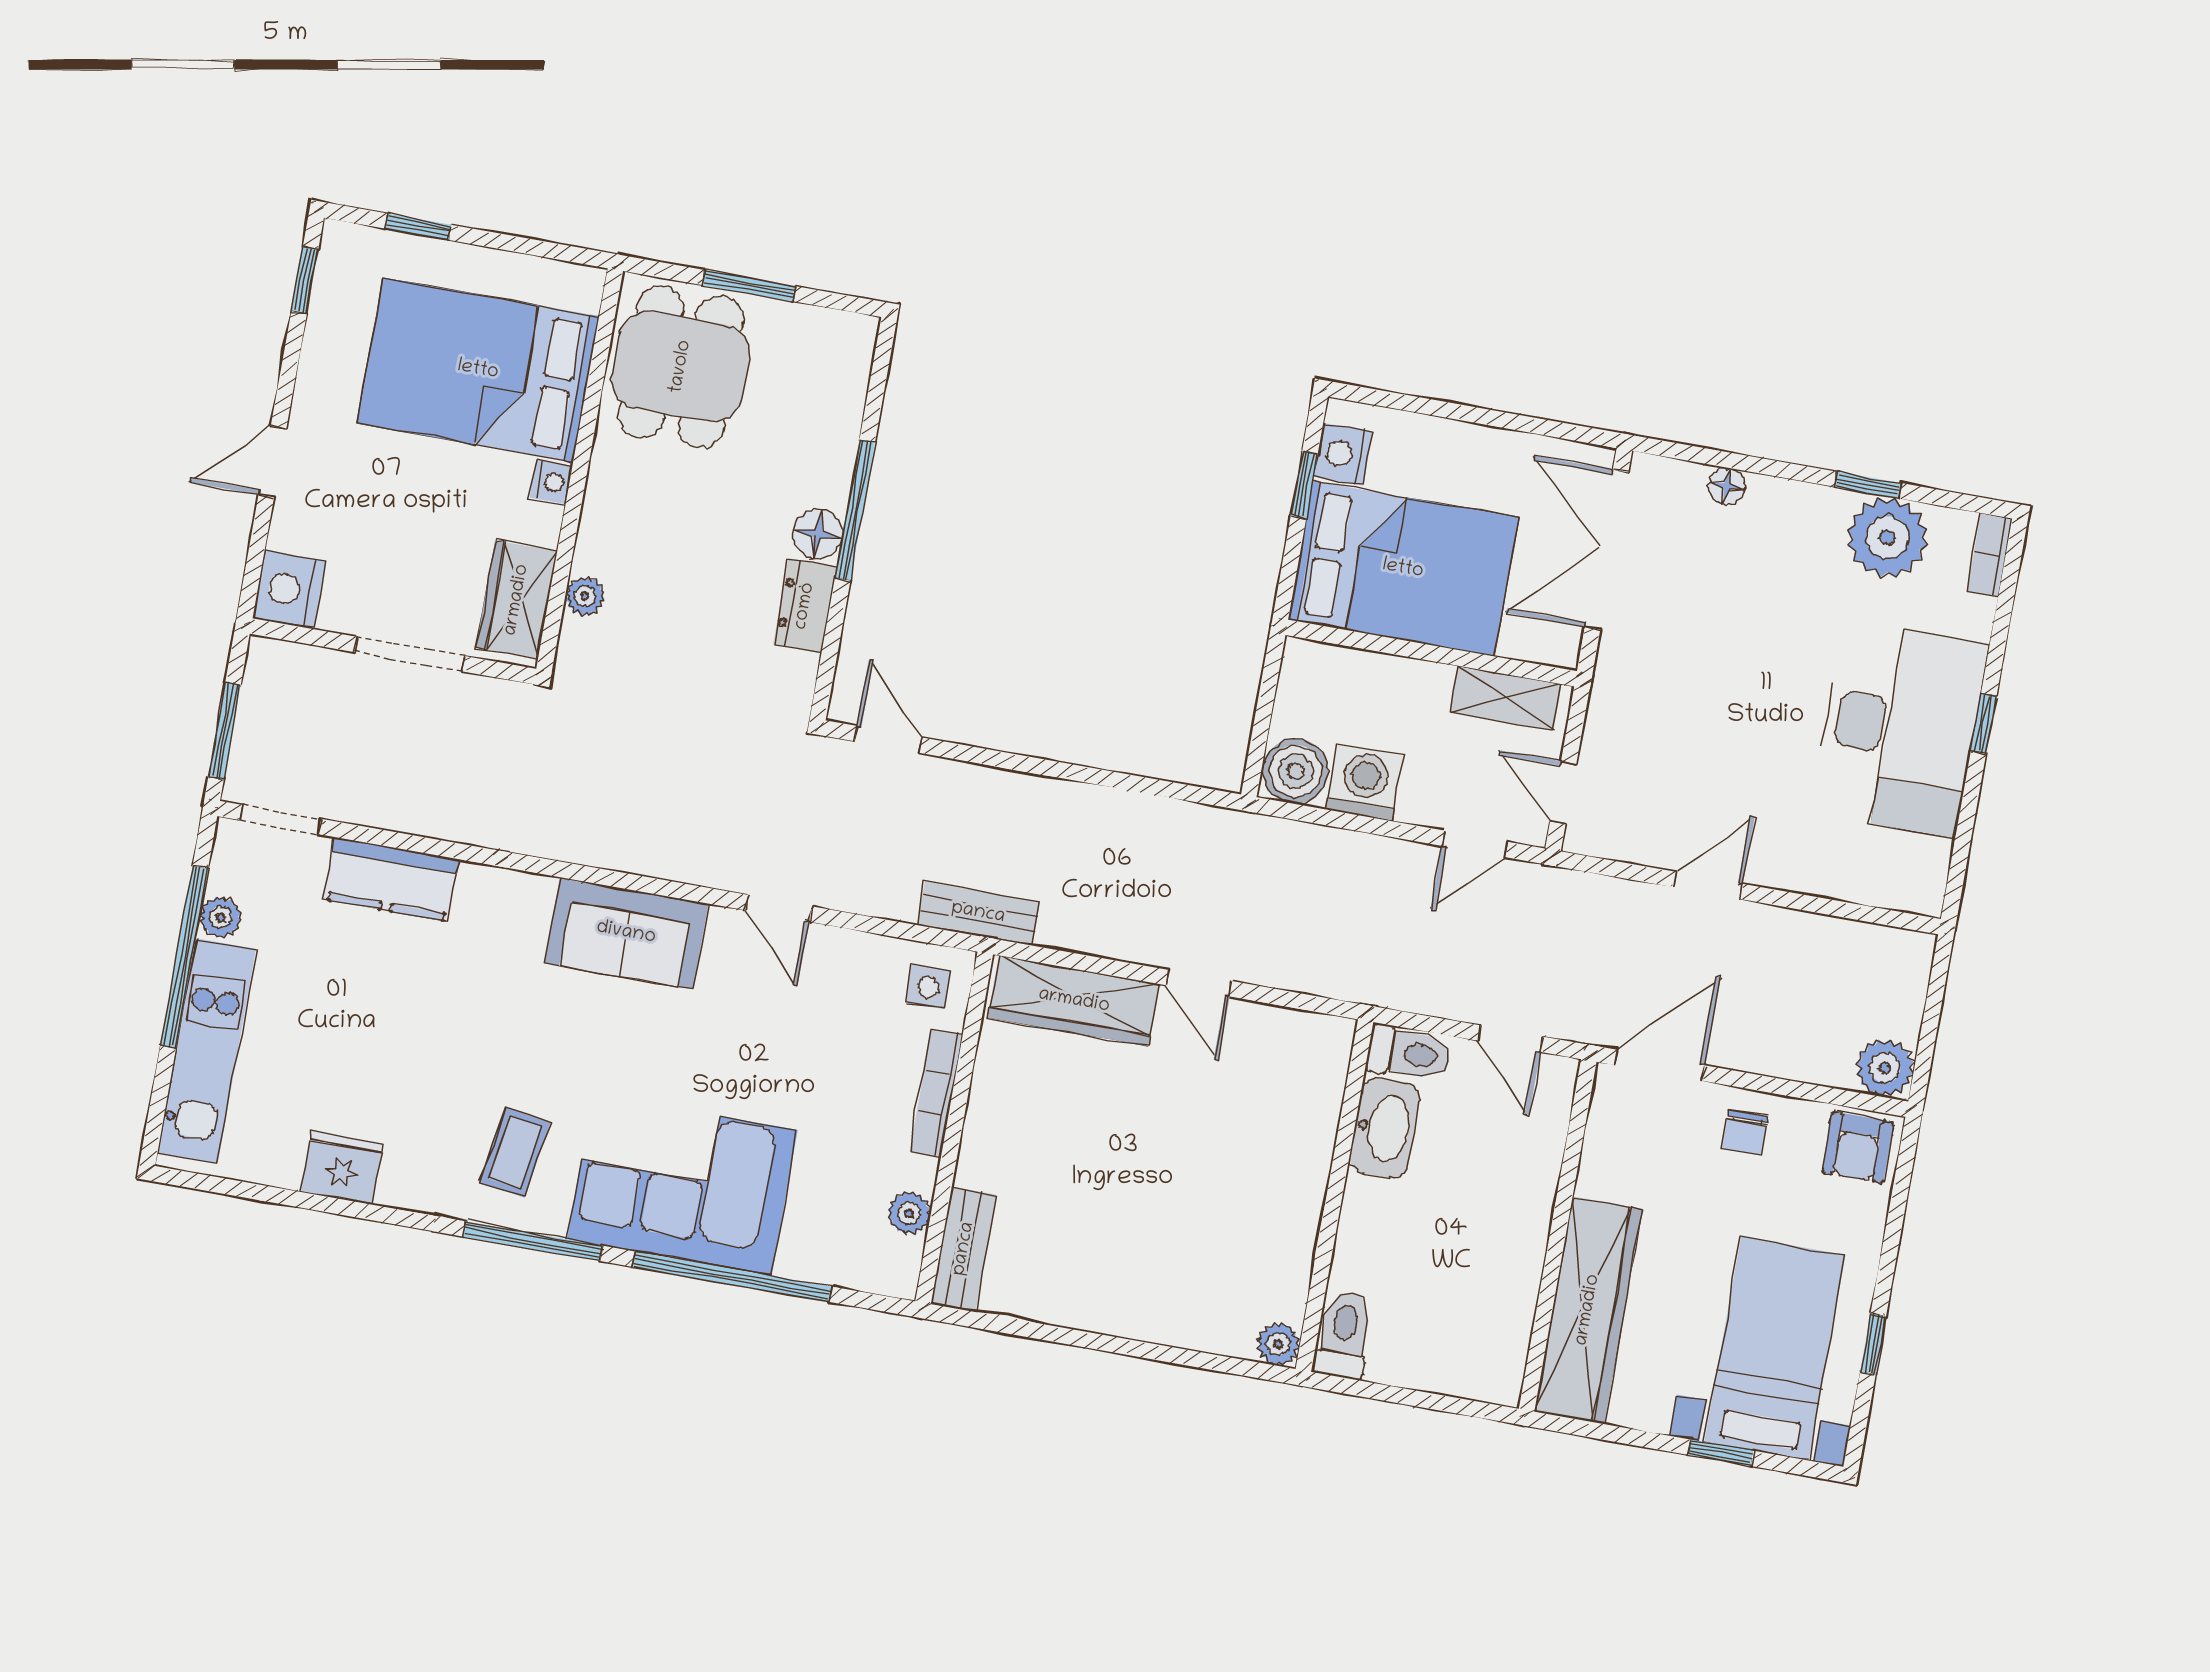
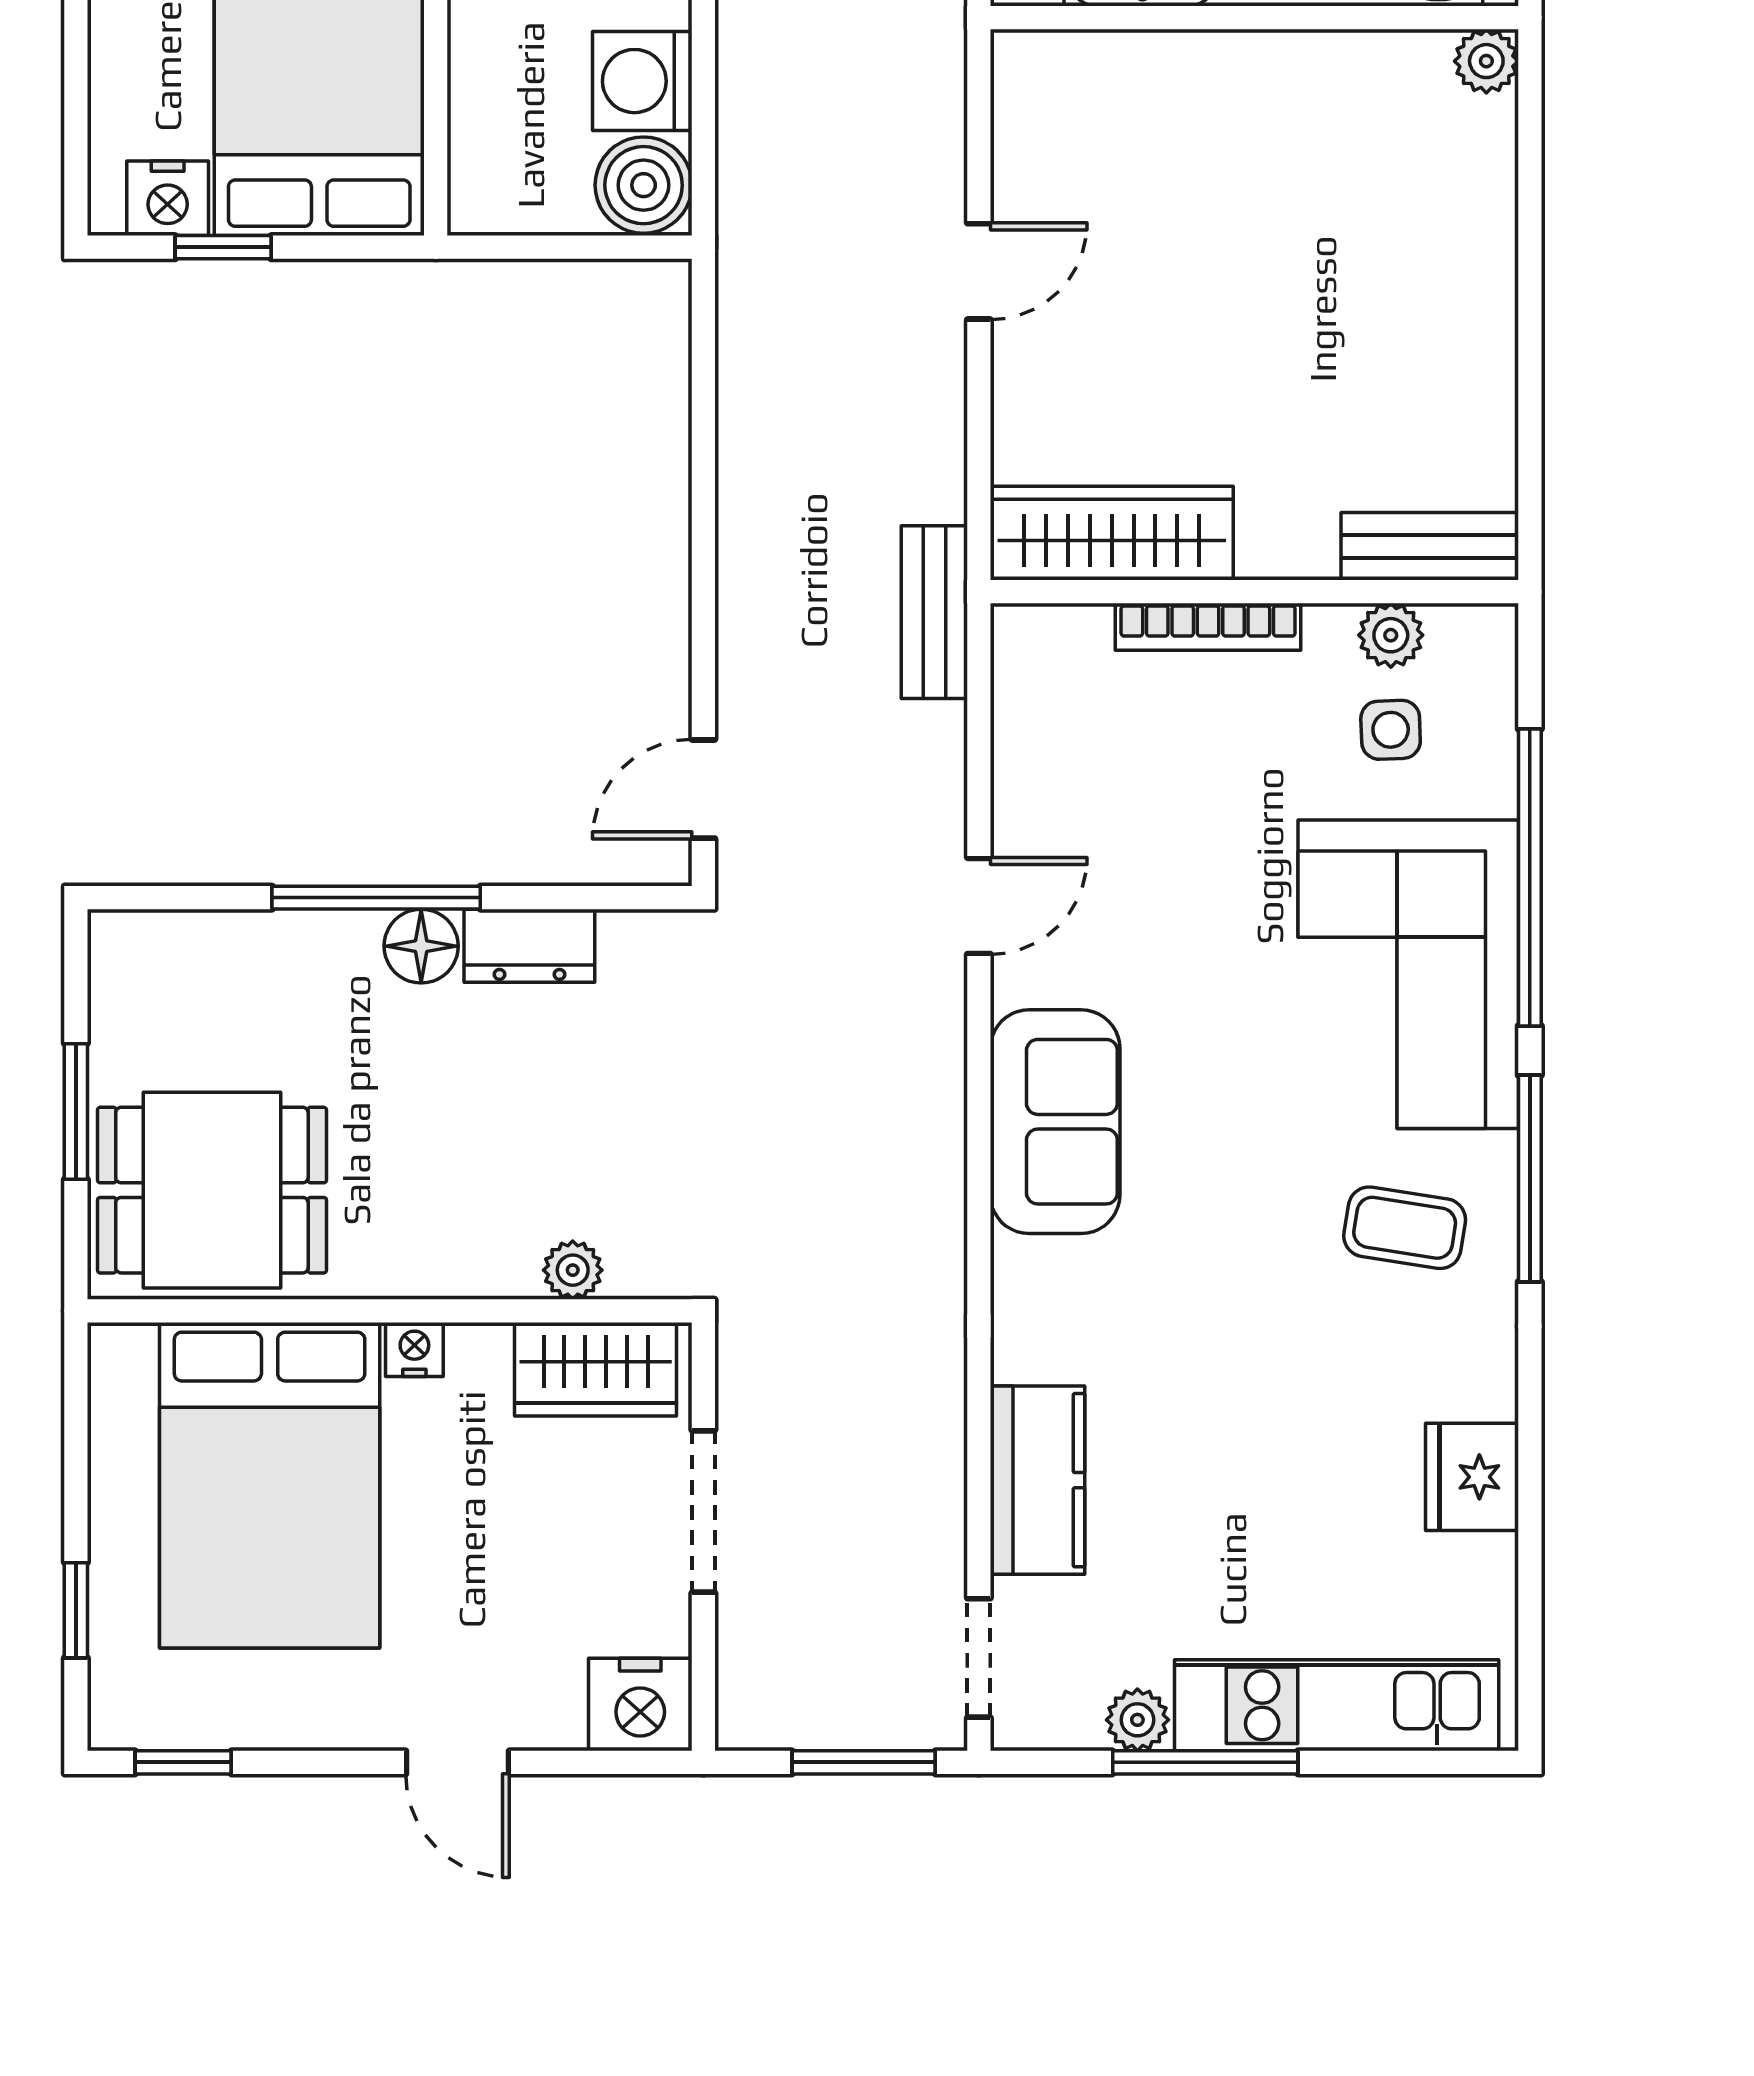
window: (184, 957) -> (1205, 1762), width x0.68
side table: (928, 987) -> (1391, 730), moved
wardrobe: (1074, 1001) -> (1112, 533), moved, turned -90

